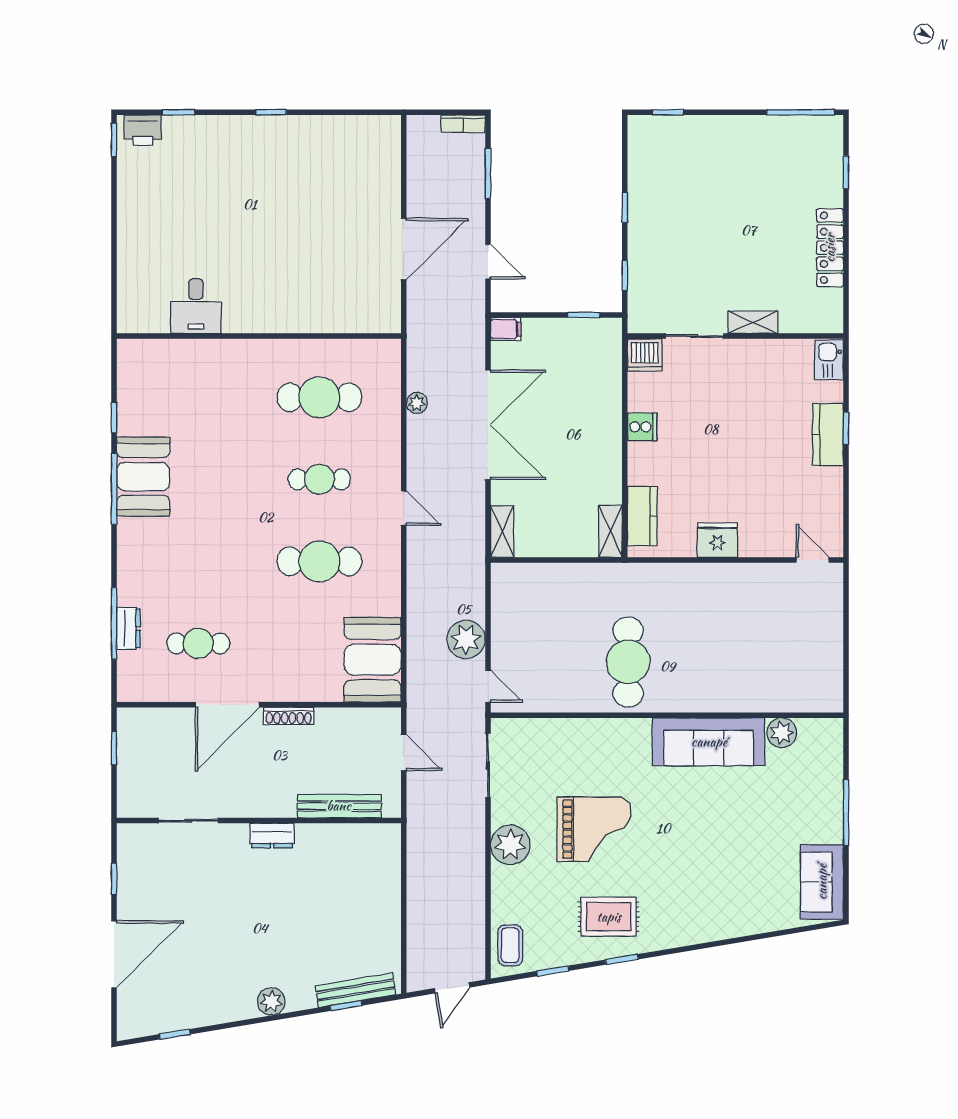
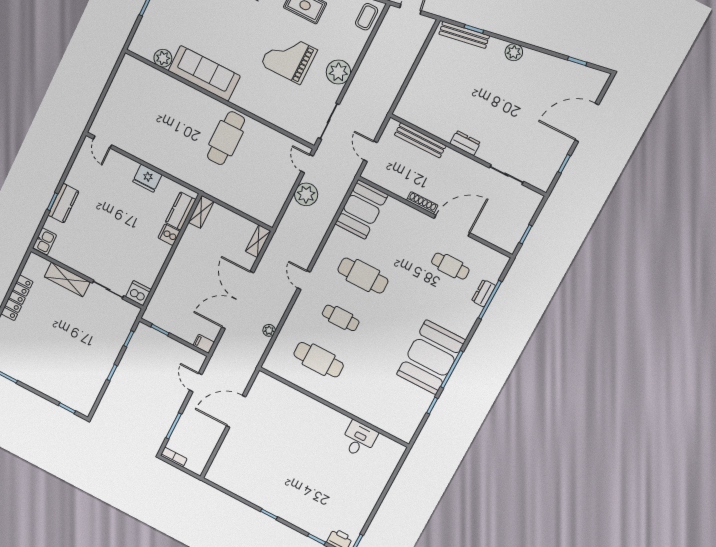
shelving: (753, 322) -> (67, 279), width x1.50, depth x1.33
cooker: (642, 427) -> (169, 235), moved
booth: (143, 477) -> (431, 357), width x1.36, depth x1.42

